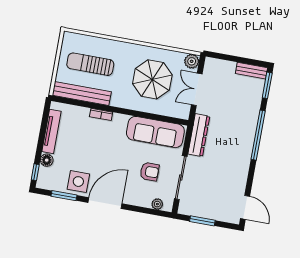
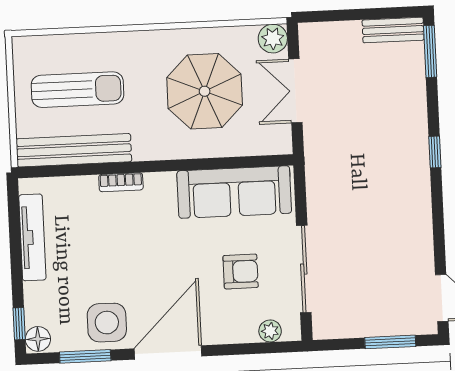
sun lounger: (90, 64) -> (77, 90), turned 180
dresser: (199, 135) -> (320, 179), removed
window: (258, 135) -> (435, 152), width x0.32
floor lamp: (47, 160) -> (38, 339), moved
window: (202, 221) -> (390, 342), moved

